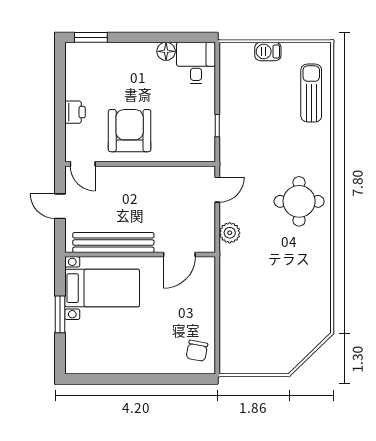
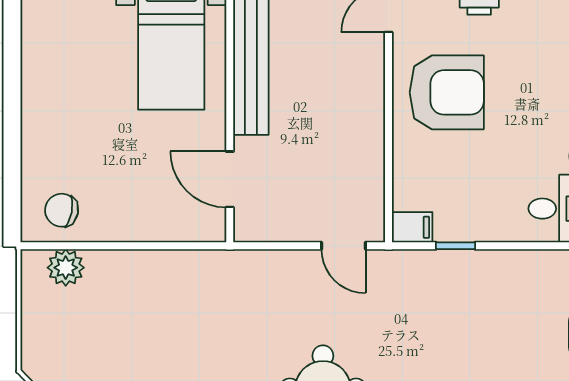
filing cabinet: (207, 150) -> (412, 227), added
plant: (230, 233) -> (66, 268), moved

